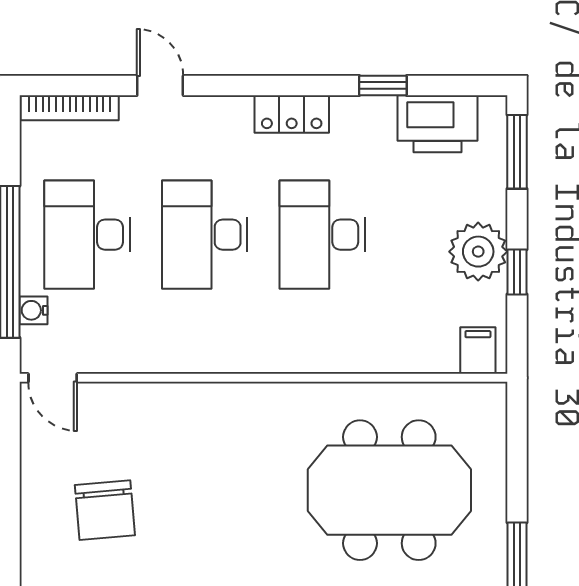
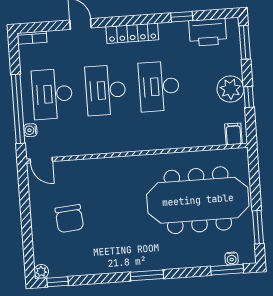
bookcase: (70, 108) -> (32, 38), width x0.64
locker: (292, 114) -> (132, 33), width x1.53
meeting table: (389, 490) -> (198, 200), width x1.36

